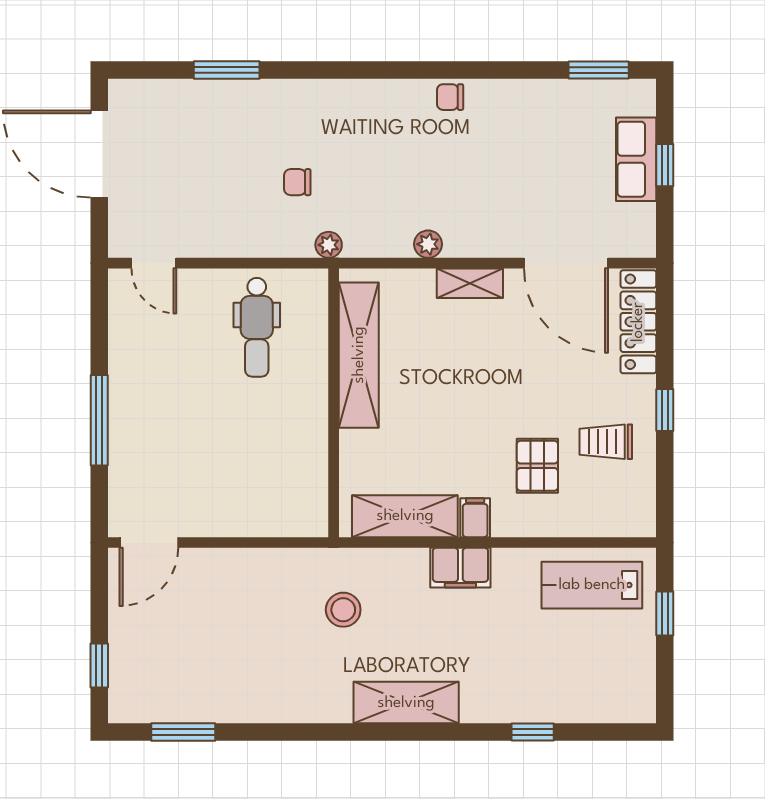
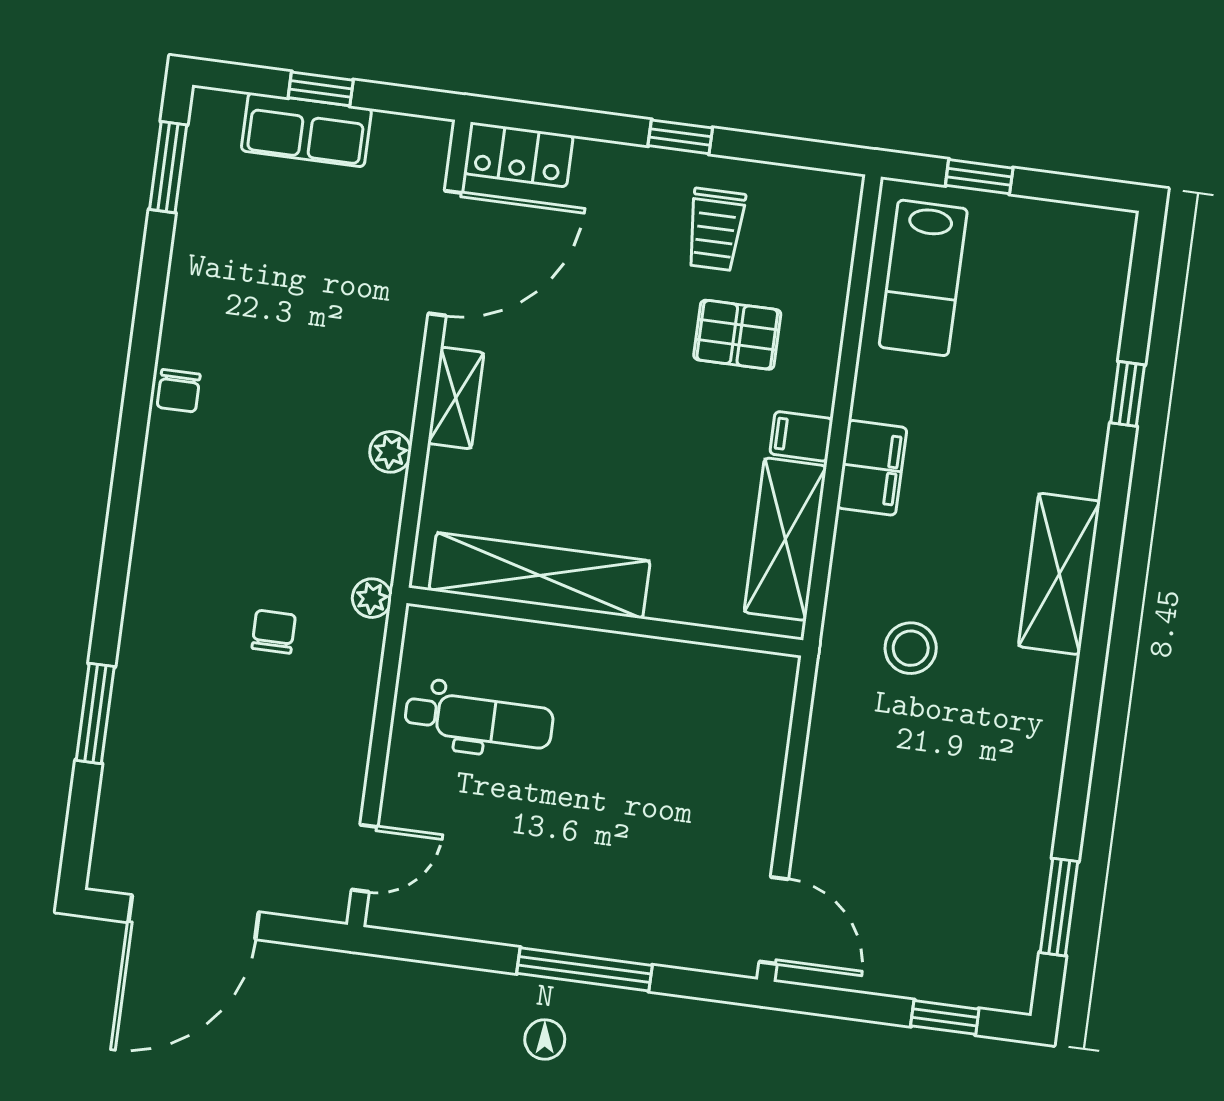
chair: (297, 182) -> (274, 632), turned 180
locker: (638, 322) -> (518, 155), width x0.66

